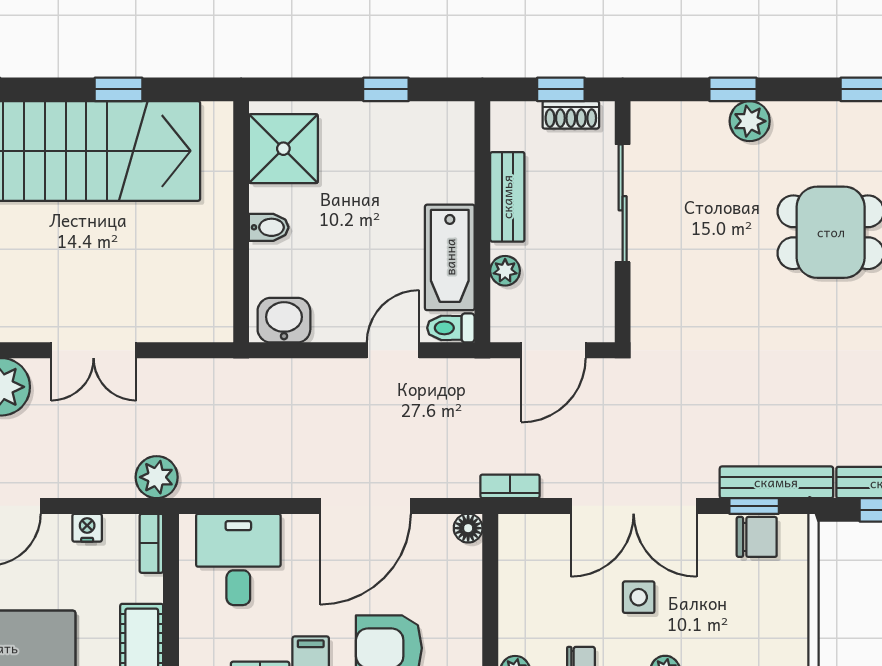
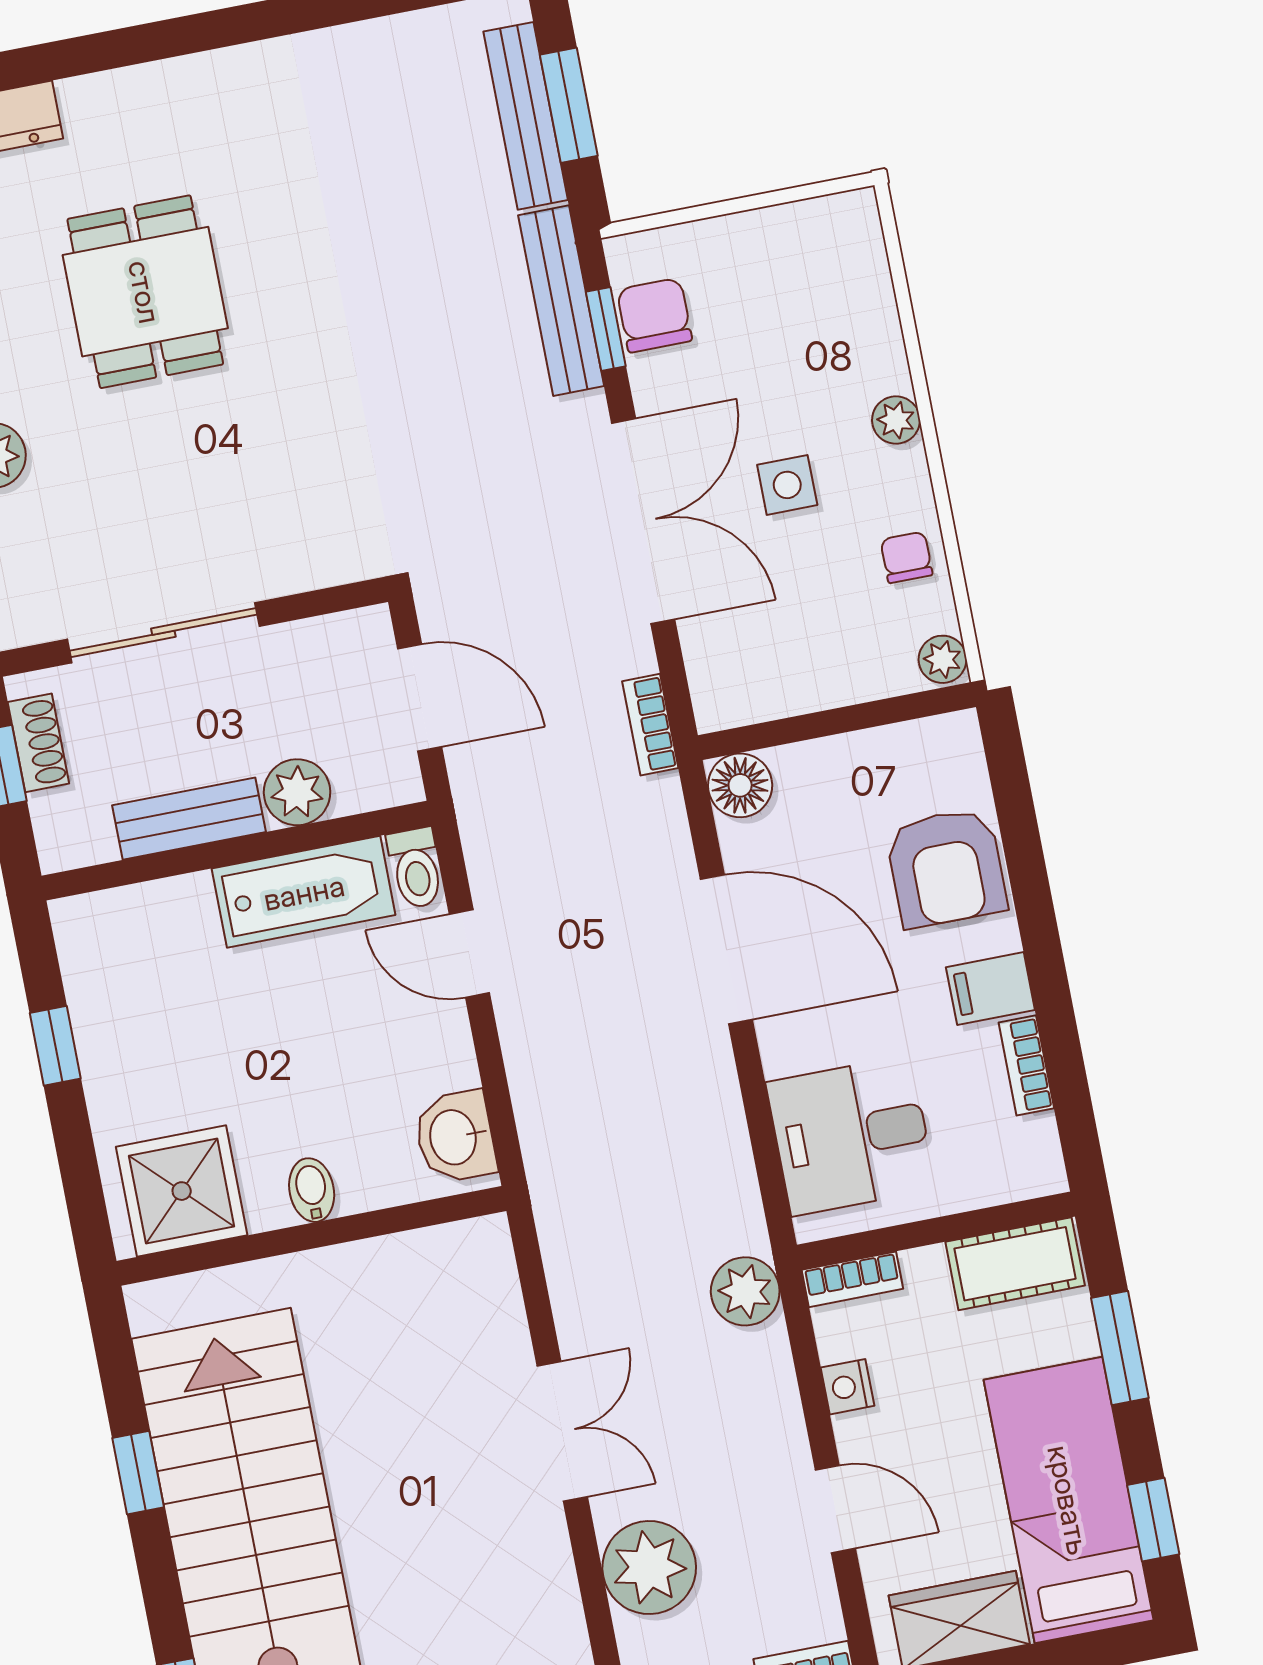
plant: (505, 271) -> (297, 792), width x1.38, depth x1.38
floor lamp: (468, 528) -> (740, 785), width x1.37, depth x1.37

